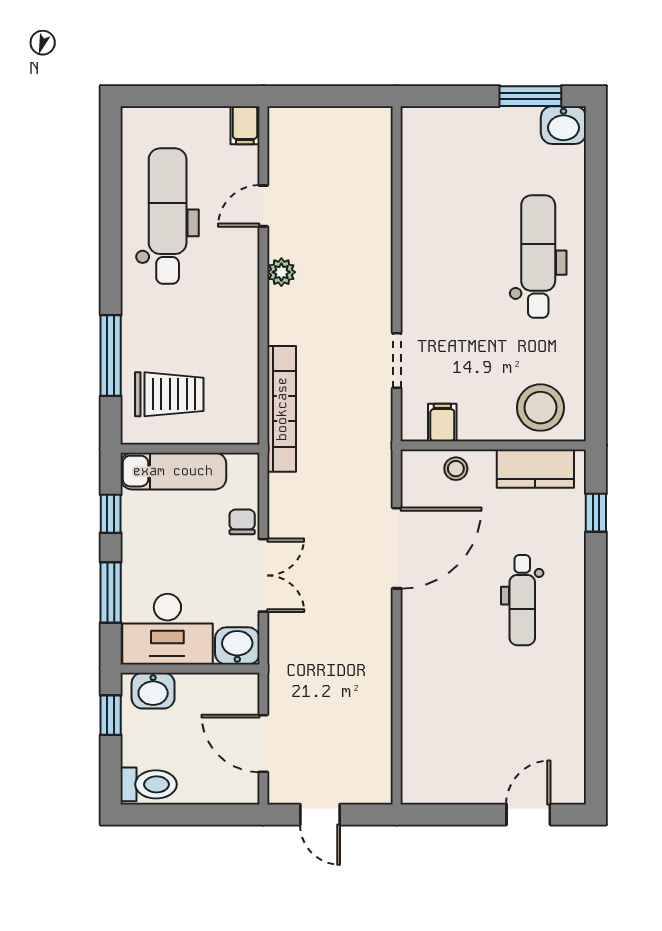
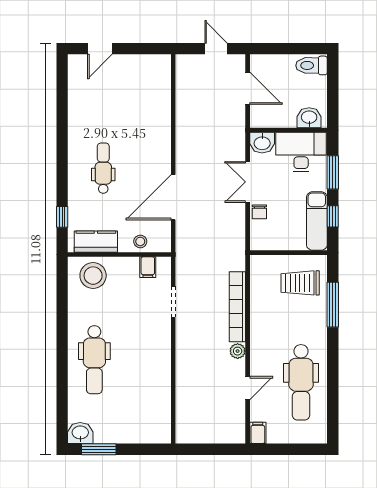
bookcase: (282, 409) -> (237, 307), moved
exam couch: (173, 471) -> (317, 221), moved, turned -90
window: (111, 715) -> (333, 104), removed

